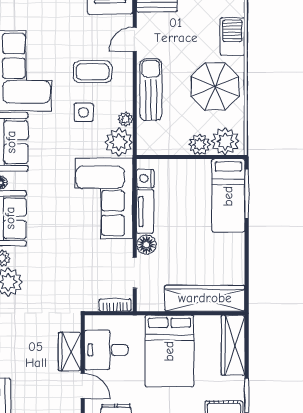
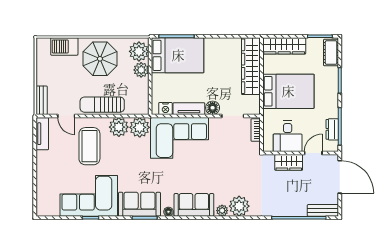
coffee table: (92, 72) -> (89, 146), width x1.36, depth x1.32
side table: (84, 112) -> (118, 152), removed
plant: (126, 119) -> (119, 127), width x1.88, depth x1.88
bed: (228, 196) -> (178, 55), width x1.50

